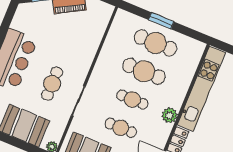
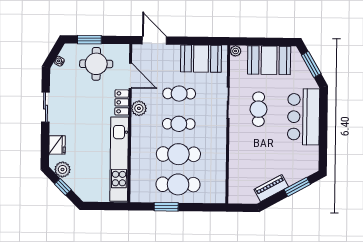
window: (161, 21) -> (166, 207), moved
plant: (170, 115) -> (139, 108), moved

